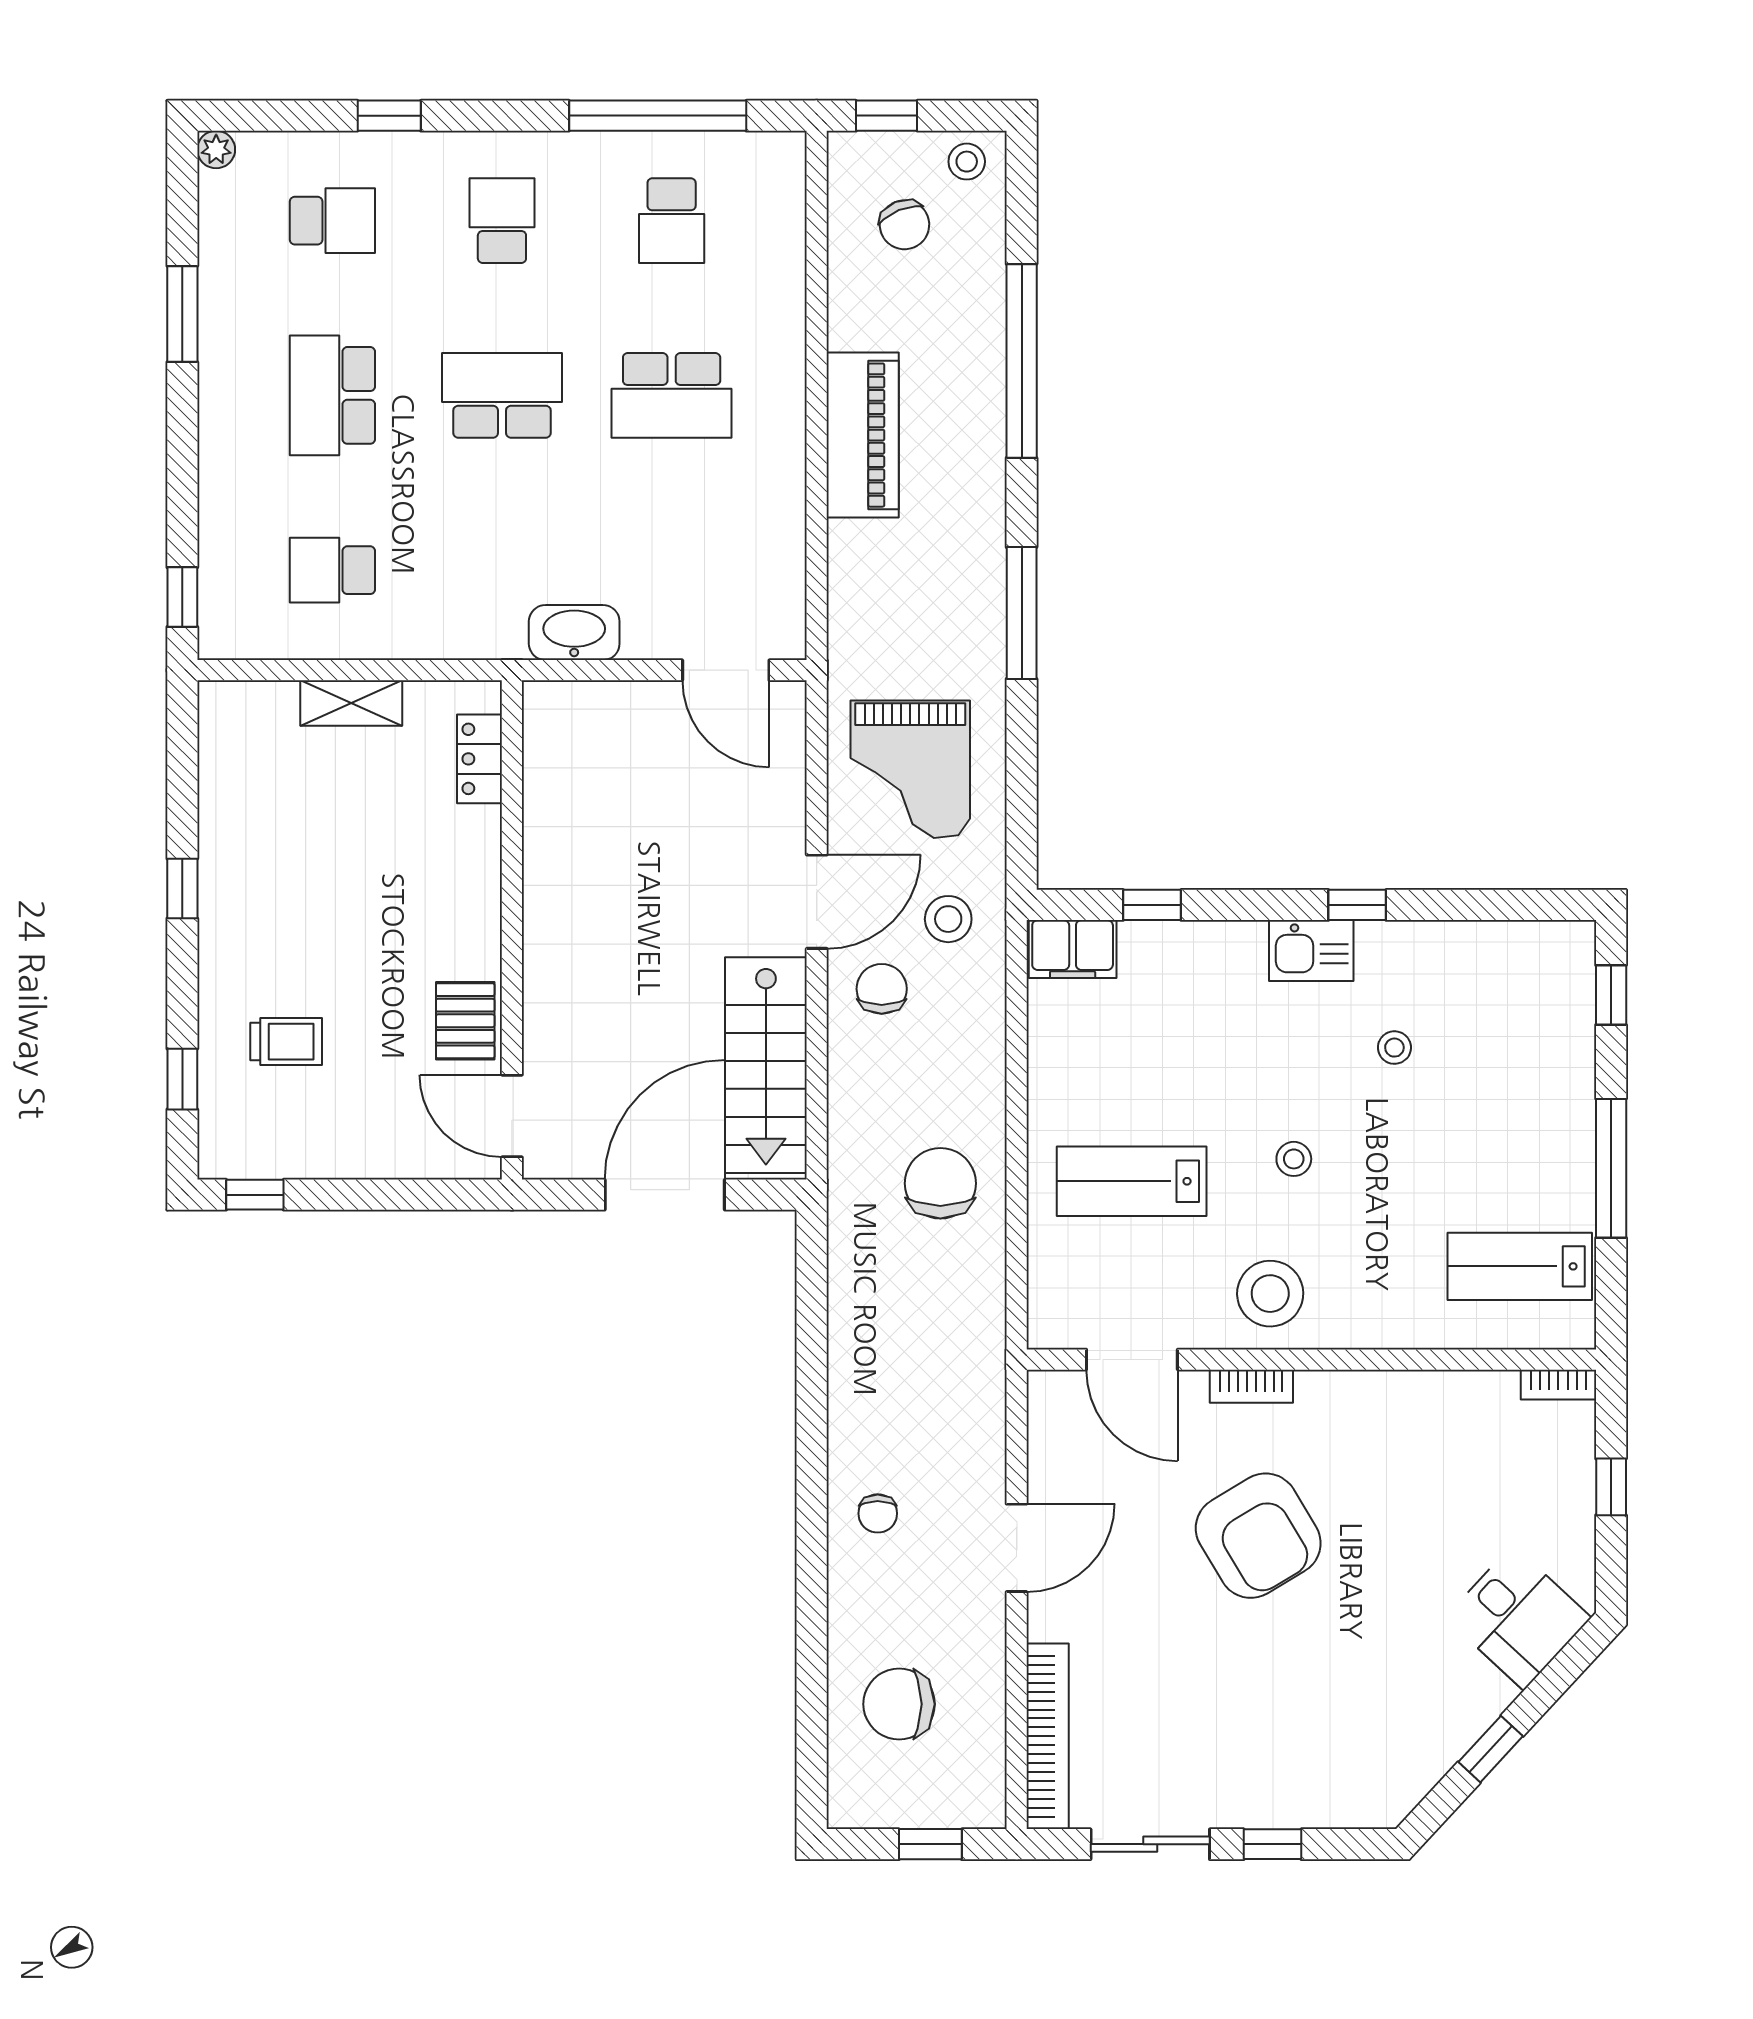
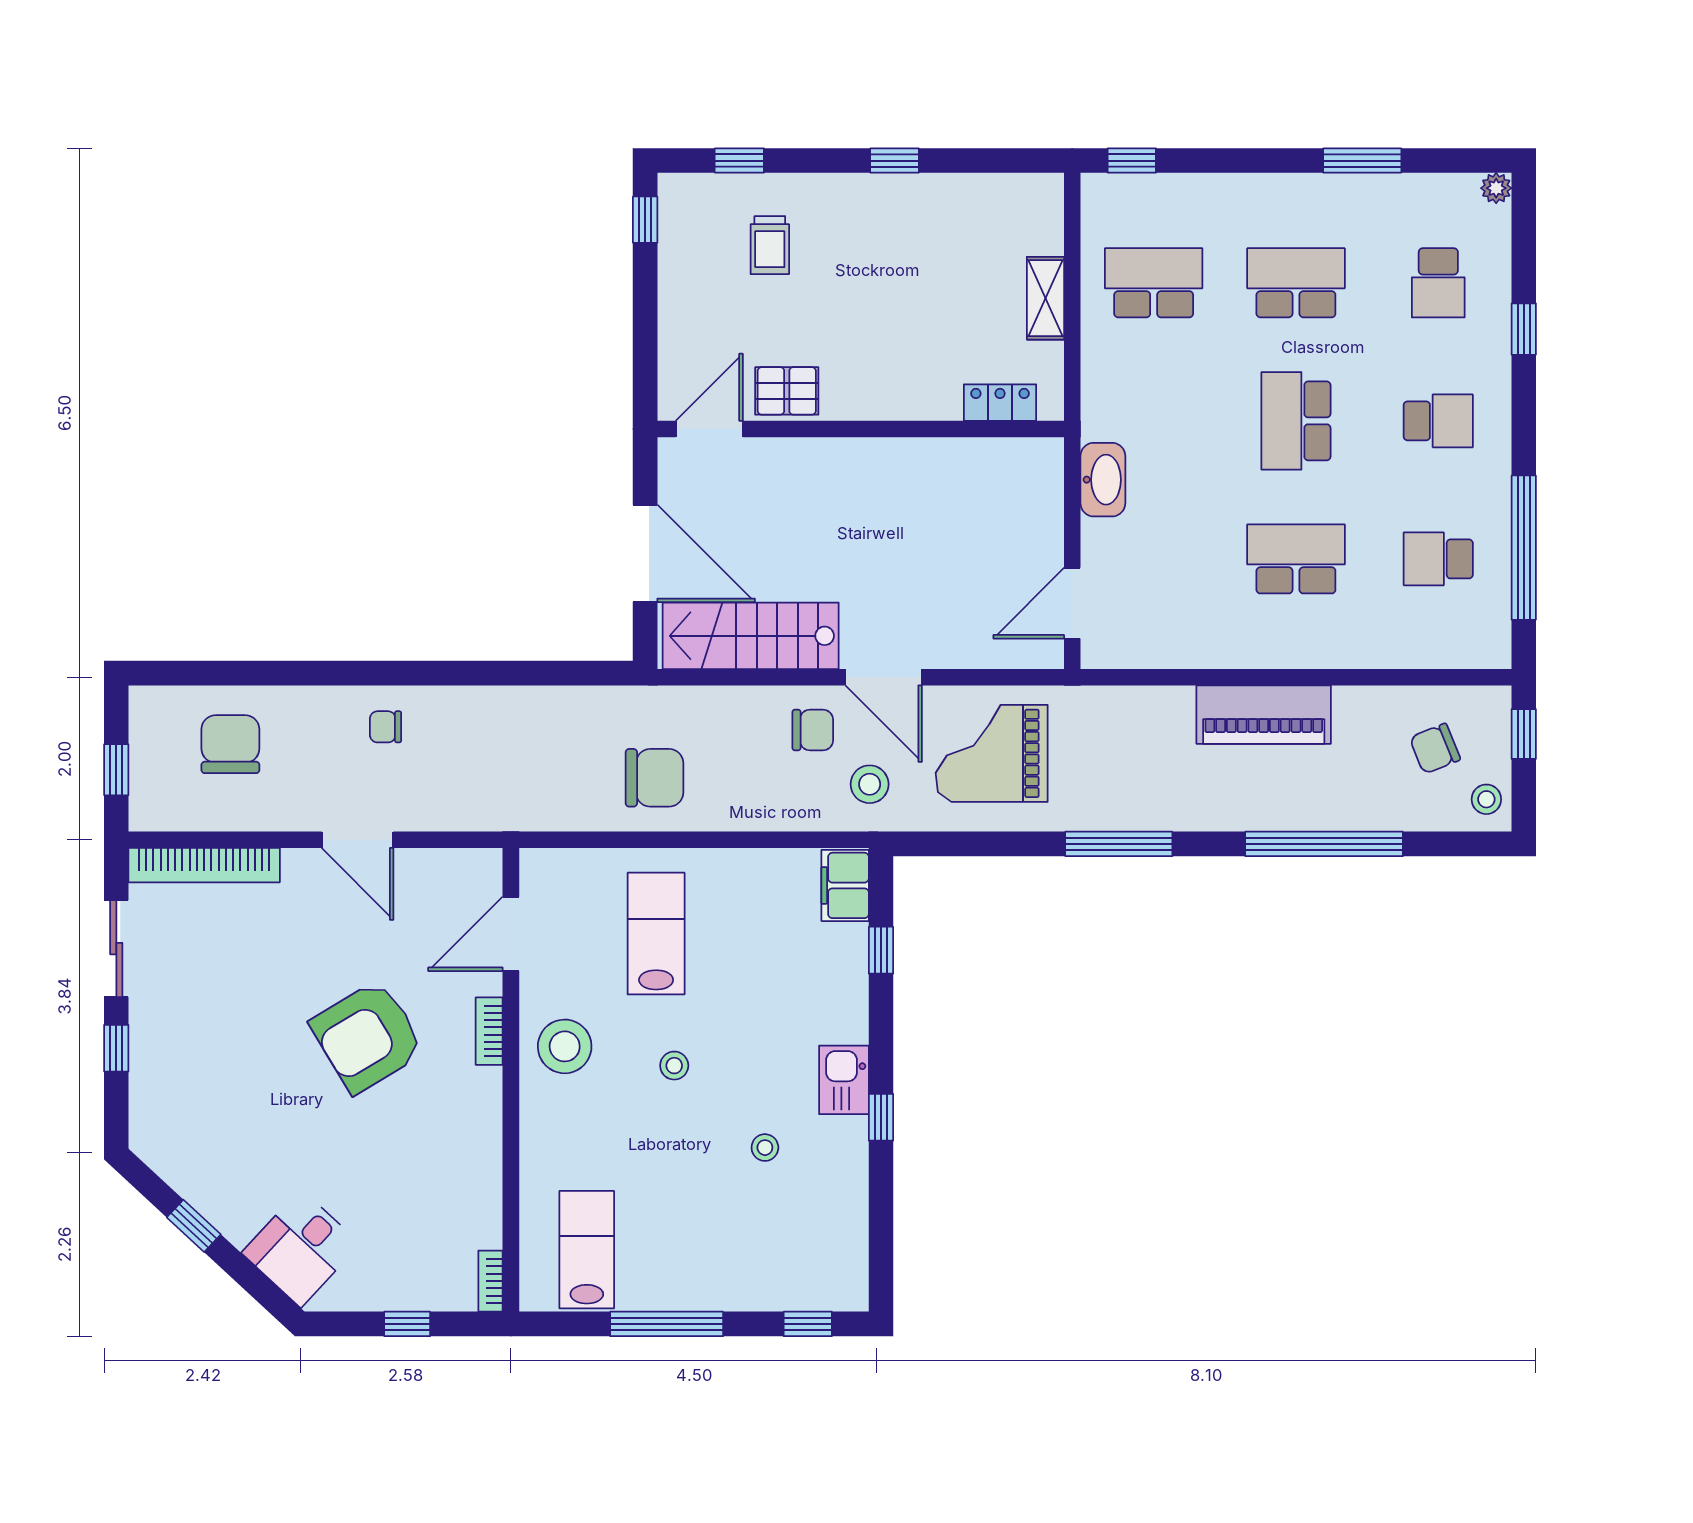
school desk: (502, 395) -> (1296, 421), turned 180
school desk: (672, 395) -> (1296, 559), turned 90
school desk: (332, 570) -> (1154, 283), width x1.85

